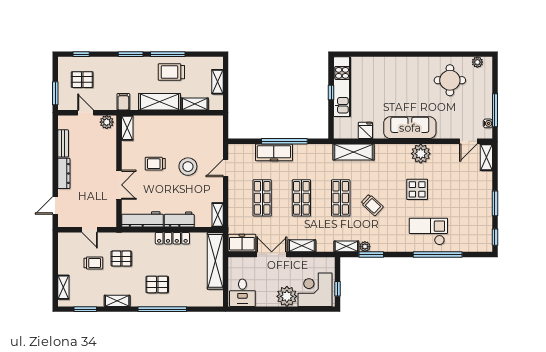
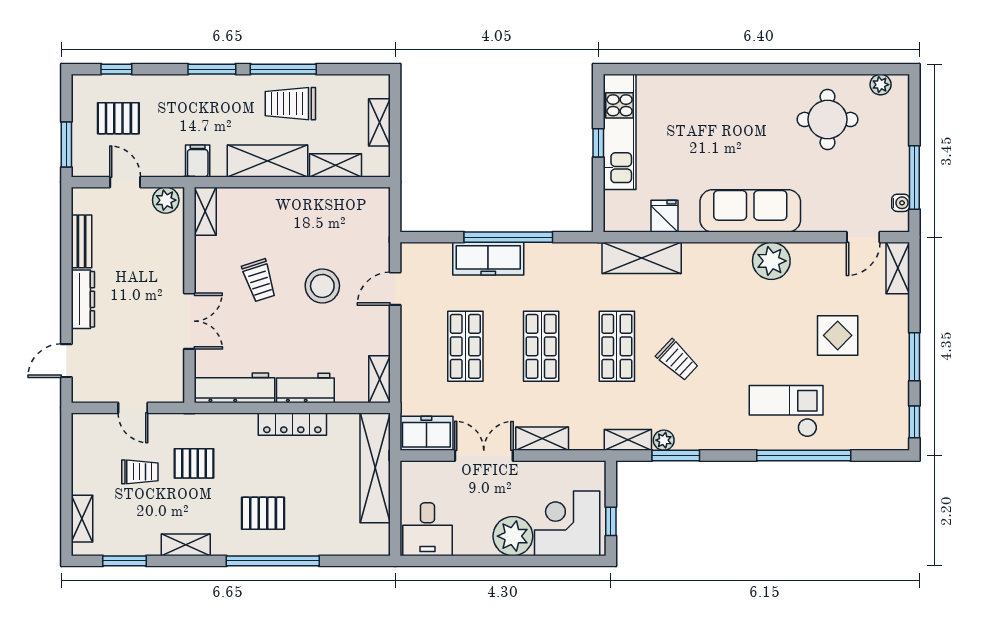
trolley: (155, 164) -> (259, 280), turned -108
display table: (417, 189) -> (838, 335), moved

